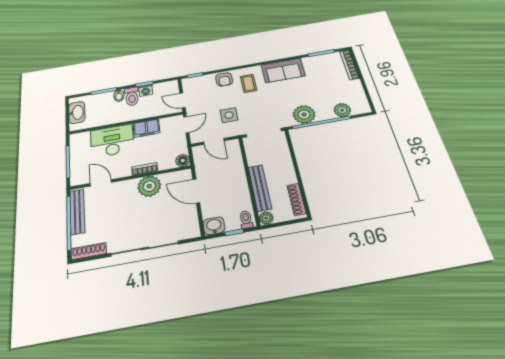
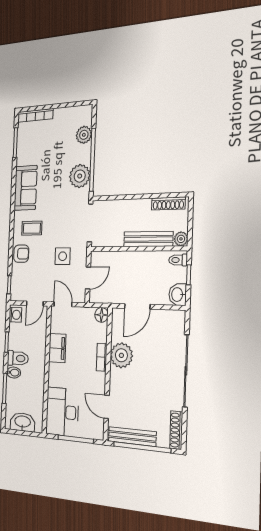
washing machine: (146, 90) -> (15, 315), moved
desk: (112, 141) -> (62, 412), moved
door: (101, 183) -> (107, 407), hinge flipped

